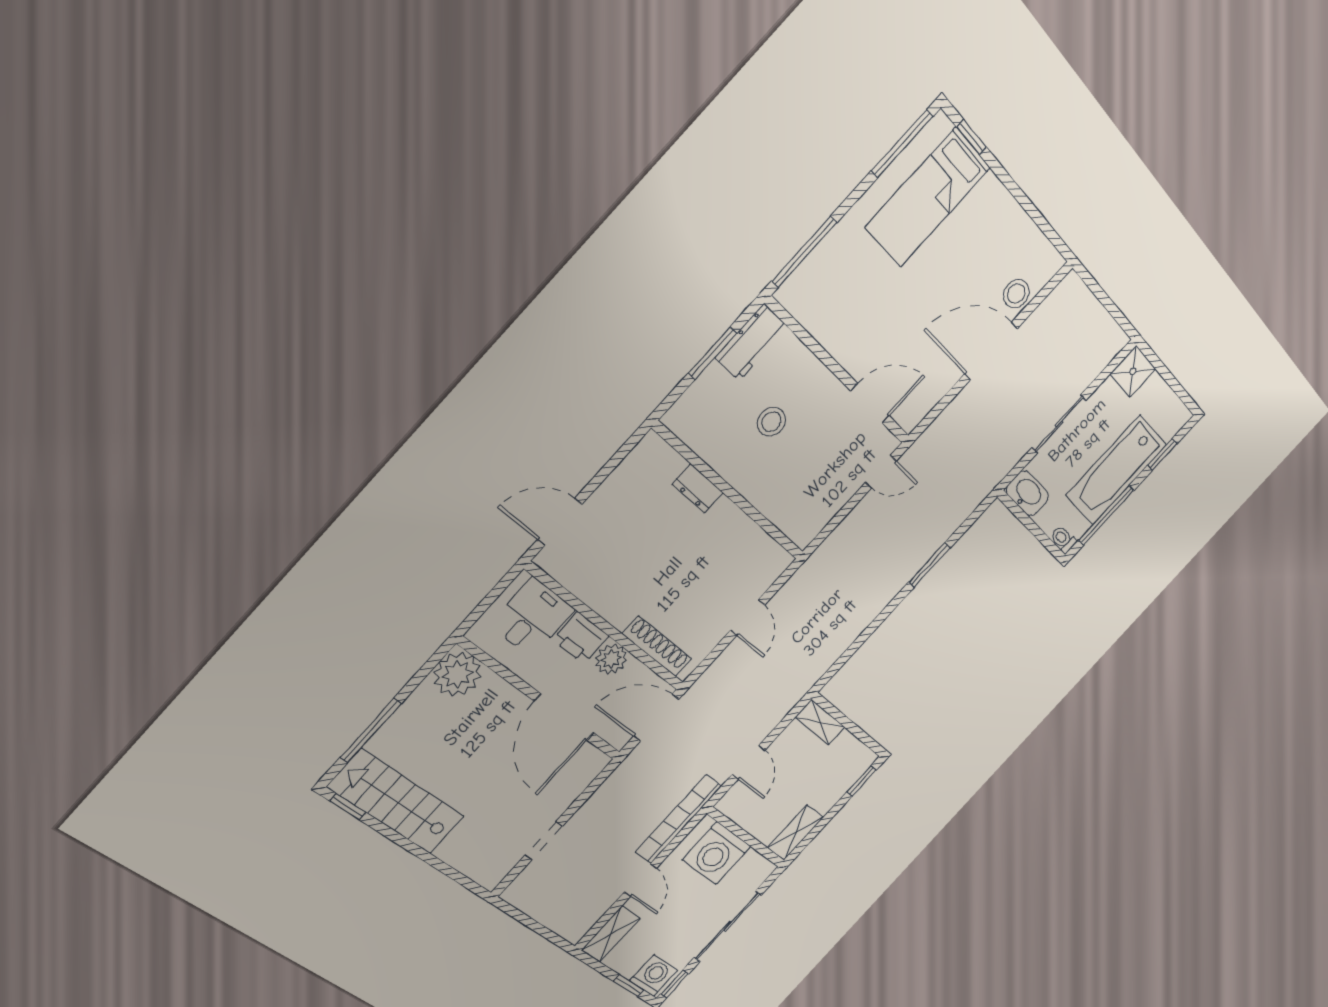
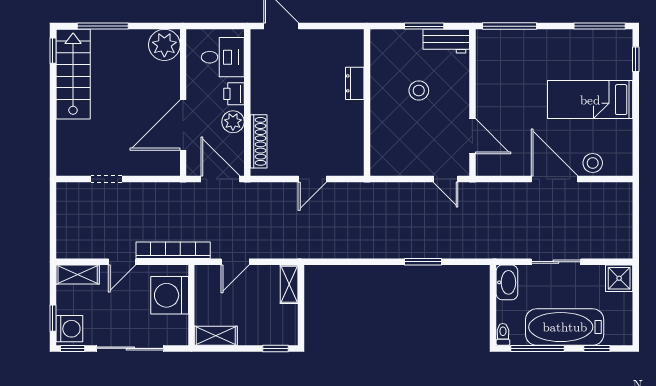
bed: (928, 197) -> (590, 100), moved
printer: (581, 638) -> (234, 94), width x0.73, depth x0.81

